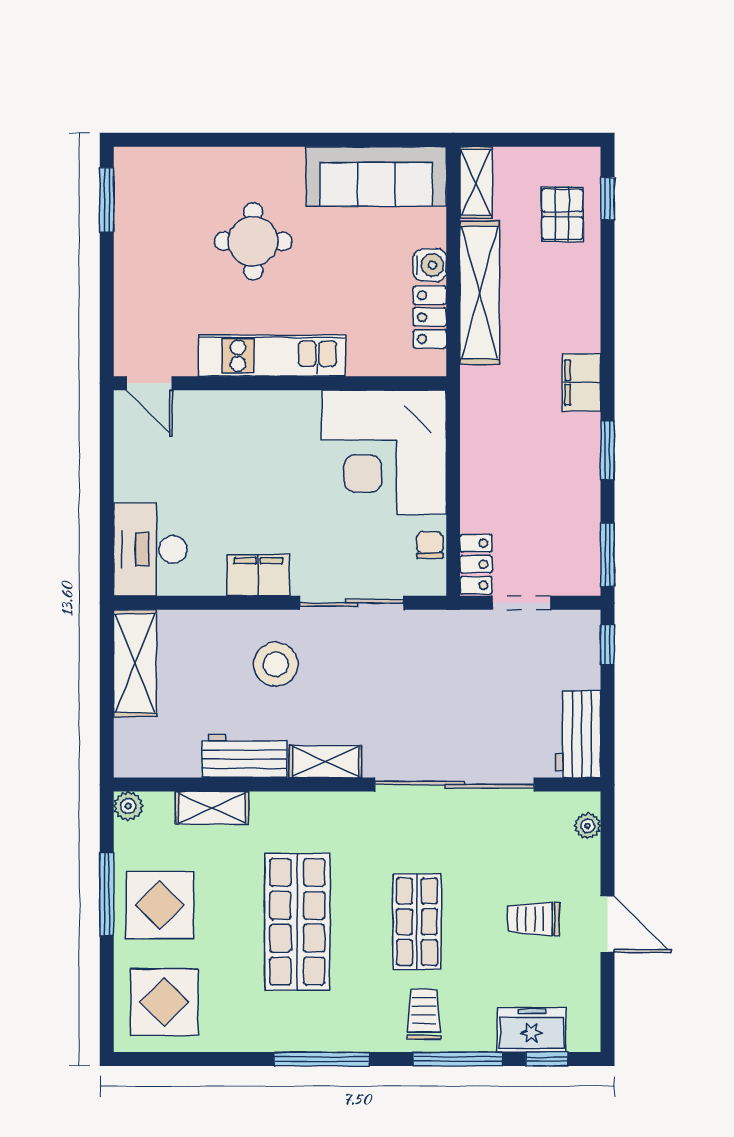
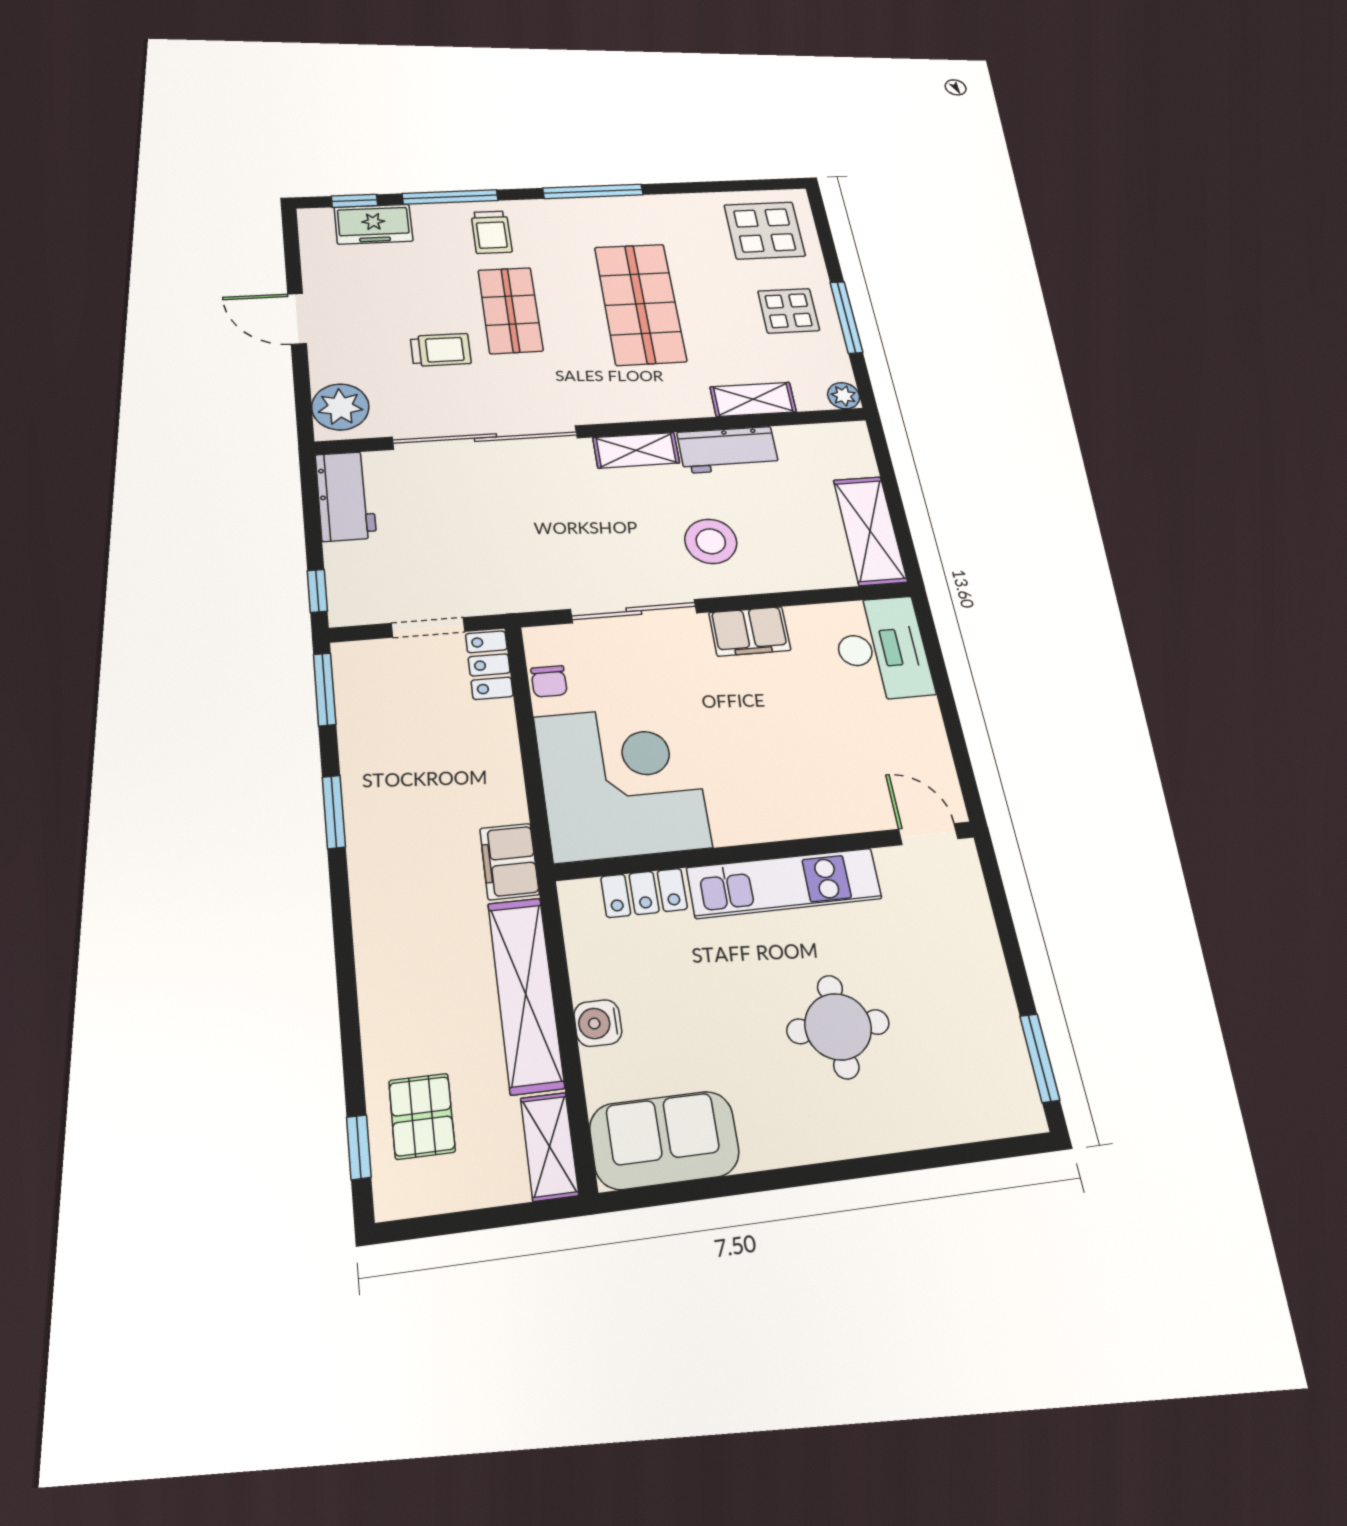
sofa: (376, 177) -> (664, 1140), width x0.73
locker: (430, 317) -> (644, 893), moved, turned 90
filing cabinet: (581, 382) -> (509, 861), moved, turned 180
plant: (588, 826) -> (340, 407), width x1.88, depth x1.88
display table: (160, 905) -> (789, 311), width x0.73, depth x0.73
trolley: (534, 919) -> (441, 350), moved

